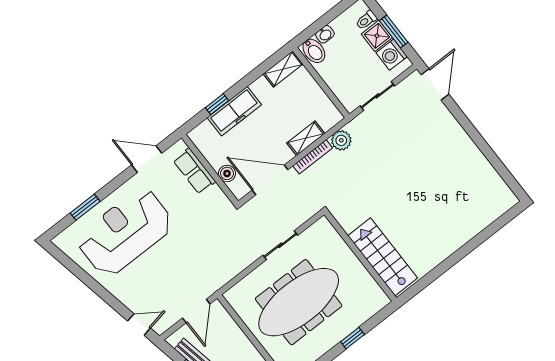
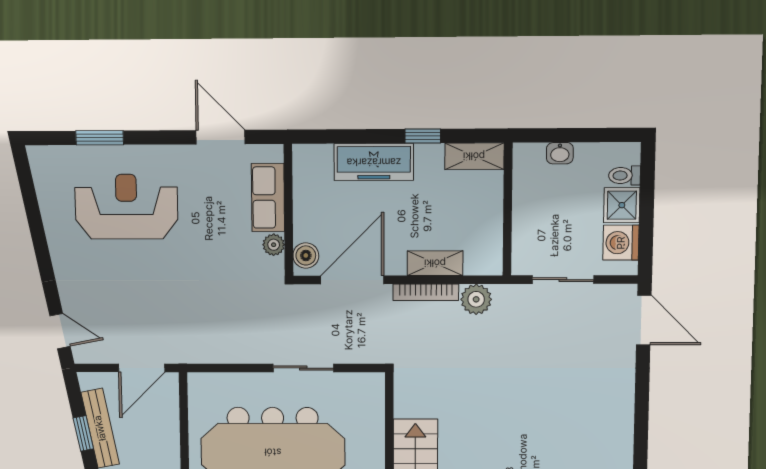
window: (394, 31) -> (646, 216), removed
bidet: (314, 51) -> (530, 163), removed
door: (435, 84) -> (644, 320), hinge flipped
window: (217, 104) -> (423, 136), moved
boiler: (227, 173) -> (306, 255), moved
door: (270, 180) -> (352, 280), hinge flipped
plant: (216, 193) -> (274, 245), added
reception desk: (125, 232) -> (126, 207), width x0.74, depth x0.77

